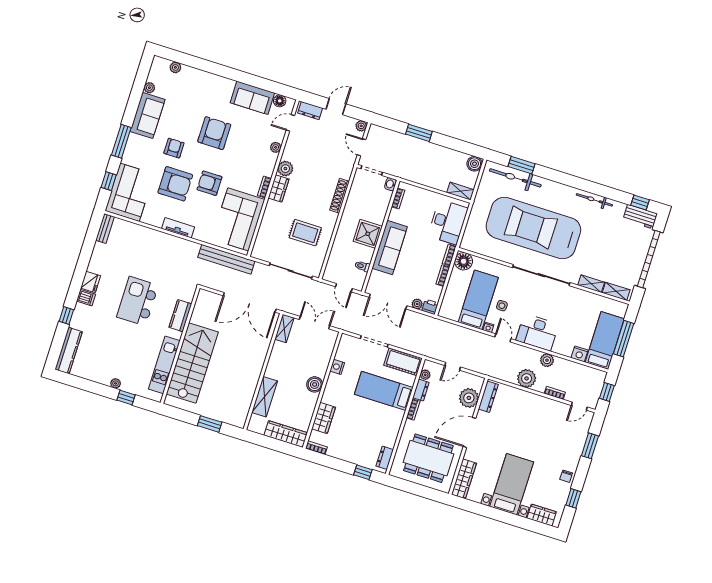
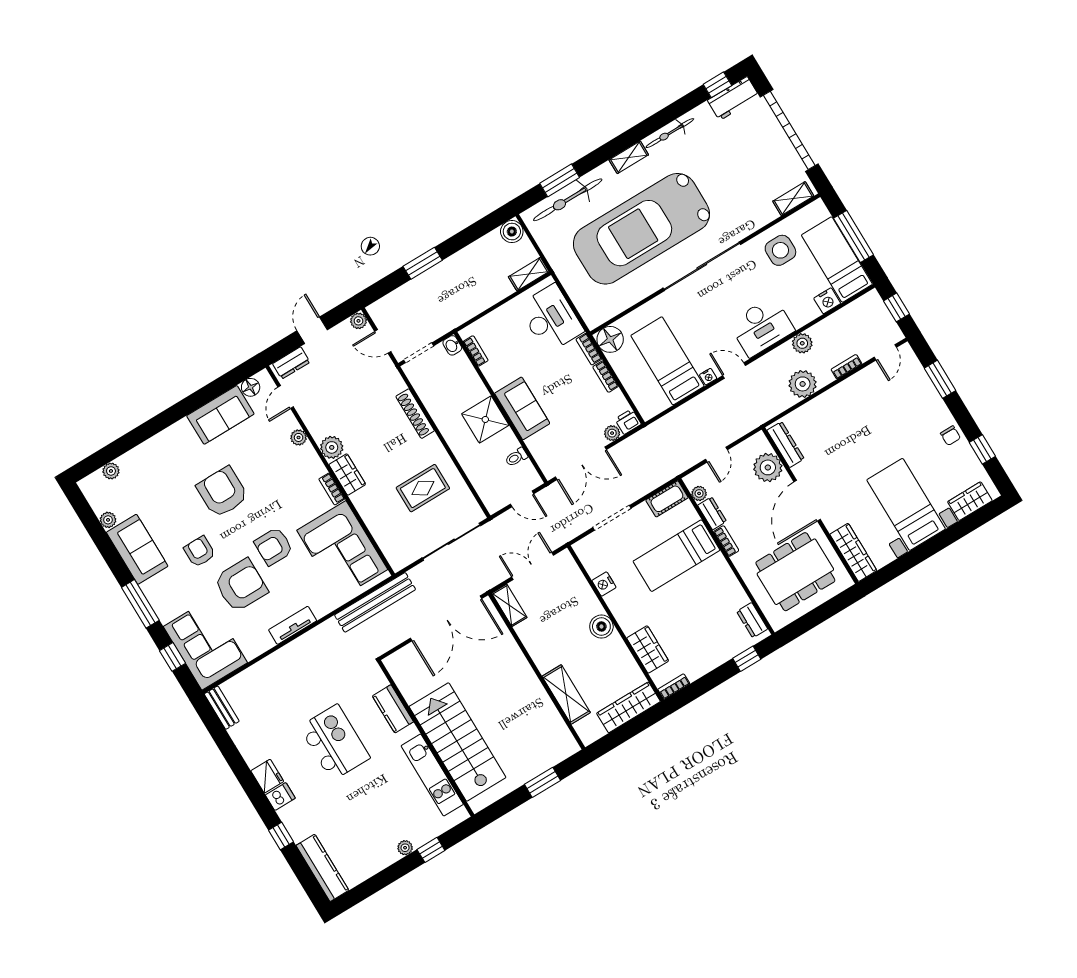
sofa: (390, 248) -> (522, 408), width x0.73
shelving: (591, 284) -> (629, 157), moved
kitchen island: (137, 301) -> (335, 742), turned 180
side table: (502, 306) -> (780, 250), moved, width x1.87, depth x1.87
cot: (403, 362) -> (667, 499), width x0.73, depth x0.75

